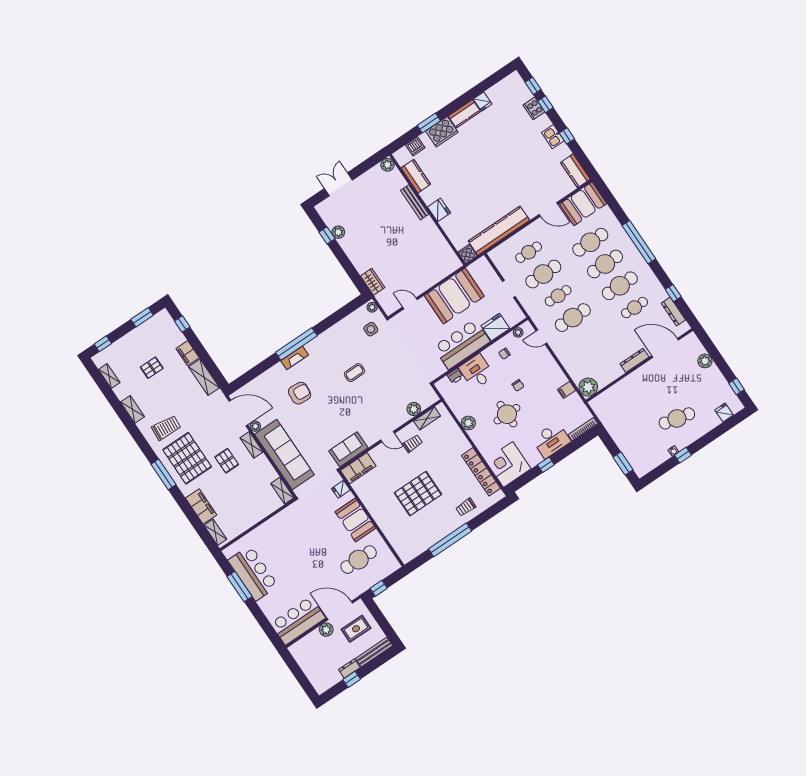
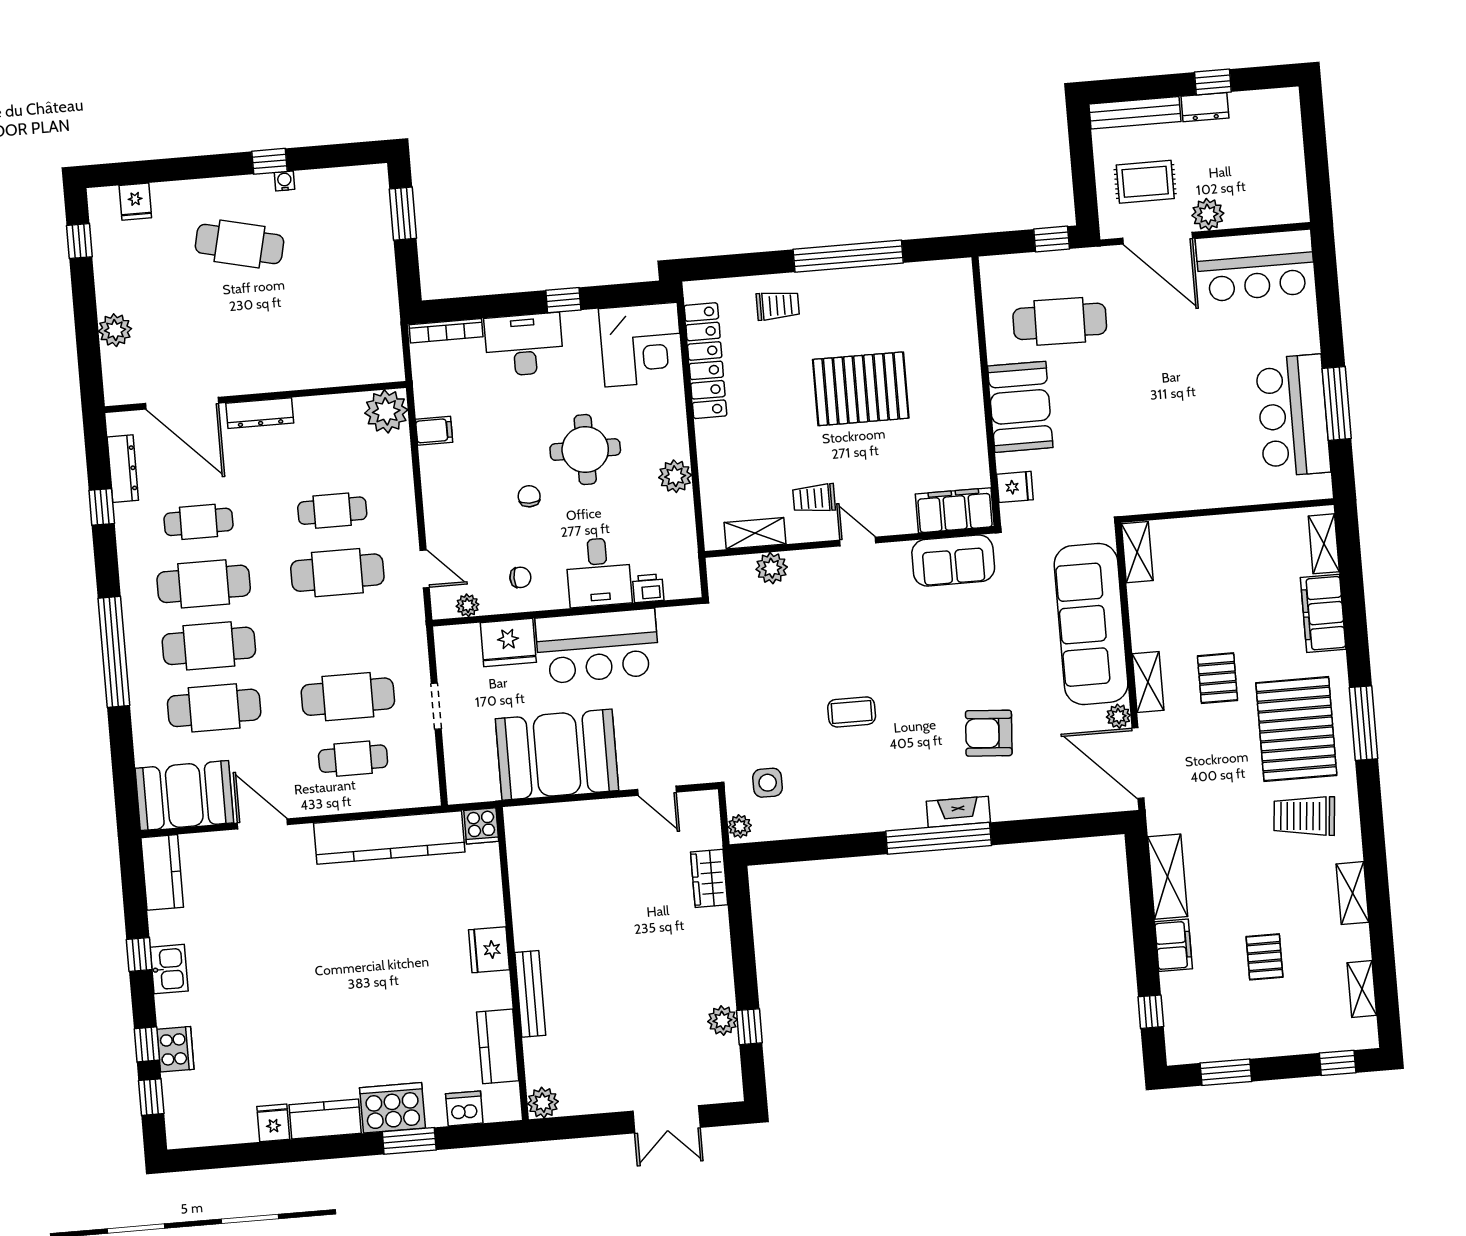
cafe table: (558, 296) -> (332, 511), moved
pallet: (152, 368) -> (1264, 957), turned 90

